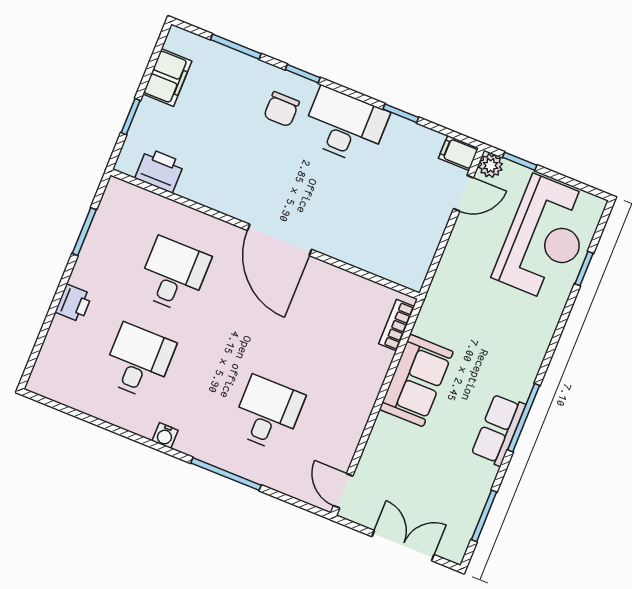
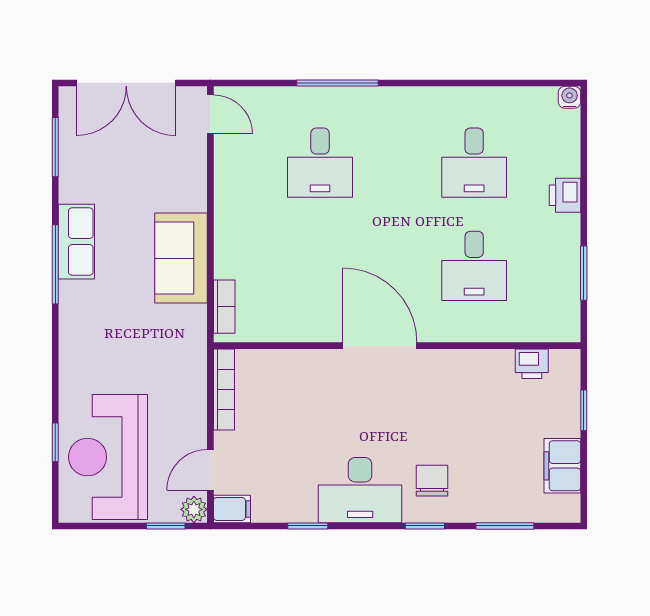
printer: (160, 170) -> (532, 364), width x0.73, depth x0.81
bookcase: (425, 256) -> (224, 389), added
water cooler: (165, 436) -> (570, 97), moved
double door: (403, 546) -> (126, 83), width x1.37

